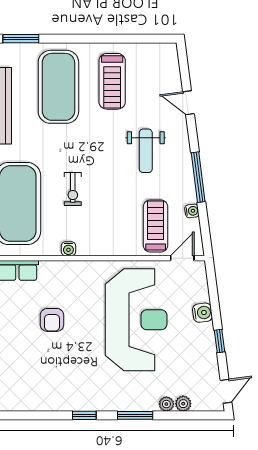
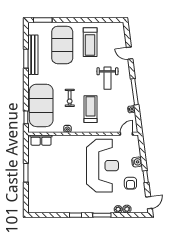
treadmill: (156, 226) -> (91, 109), moved
armchair: (52, 320) -> (130, 183), moved

